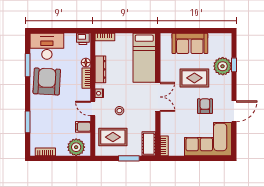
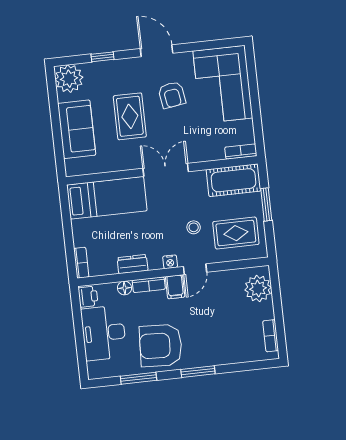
desk: (47, 46) -> (104, 333), moved
plant: (223, 66) -> (69, 79), moved
dresser: (100, 69) -> (133, 264), width x0.70
armchair: (205, 106) -> (172, 95), turned -99
door: (234, 111) -> (157, 51), moved
window: (28, 122) -> (198, 372), moved
filing cabinet: (83, 127) -> (175, 287), moved
rug: (113, 137) -> (236, 233), turned 90
cot: (149, 144) -> (233, 180), width x1.37, depth x1.34

